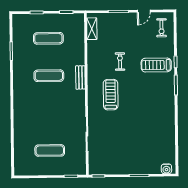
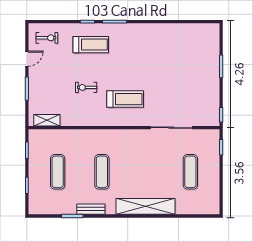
door: (144, 11) -> (27, 59), hinge flipped
treadmill: (156, 65) -> (91, 45), turned -90
bench: (80, 77) -> (91, 209), moved
treadmill: (111, 95) -> (125, 99), turned 180
shelving: (20, 113) -> (146, 206), added
water cooler: (166, 169) -> (214, 34), removed

